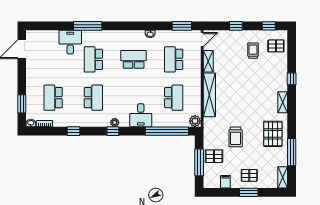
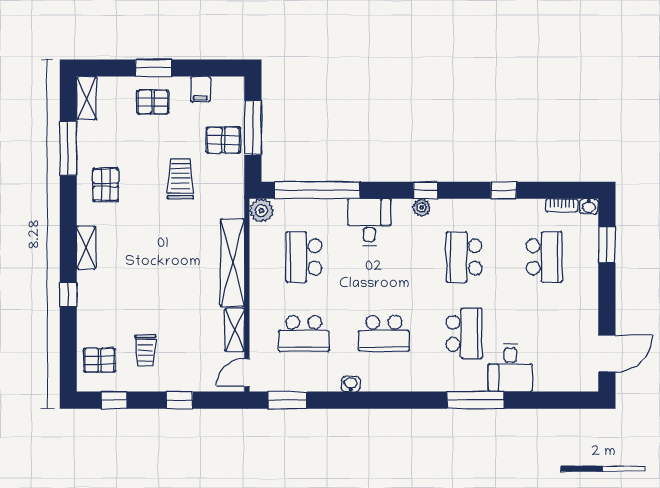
school desk: (174, 59) -> (304, 333), turned 90
pallet: (273, 134) -> (106, 185), width x0.67, depth x0.71

